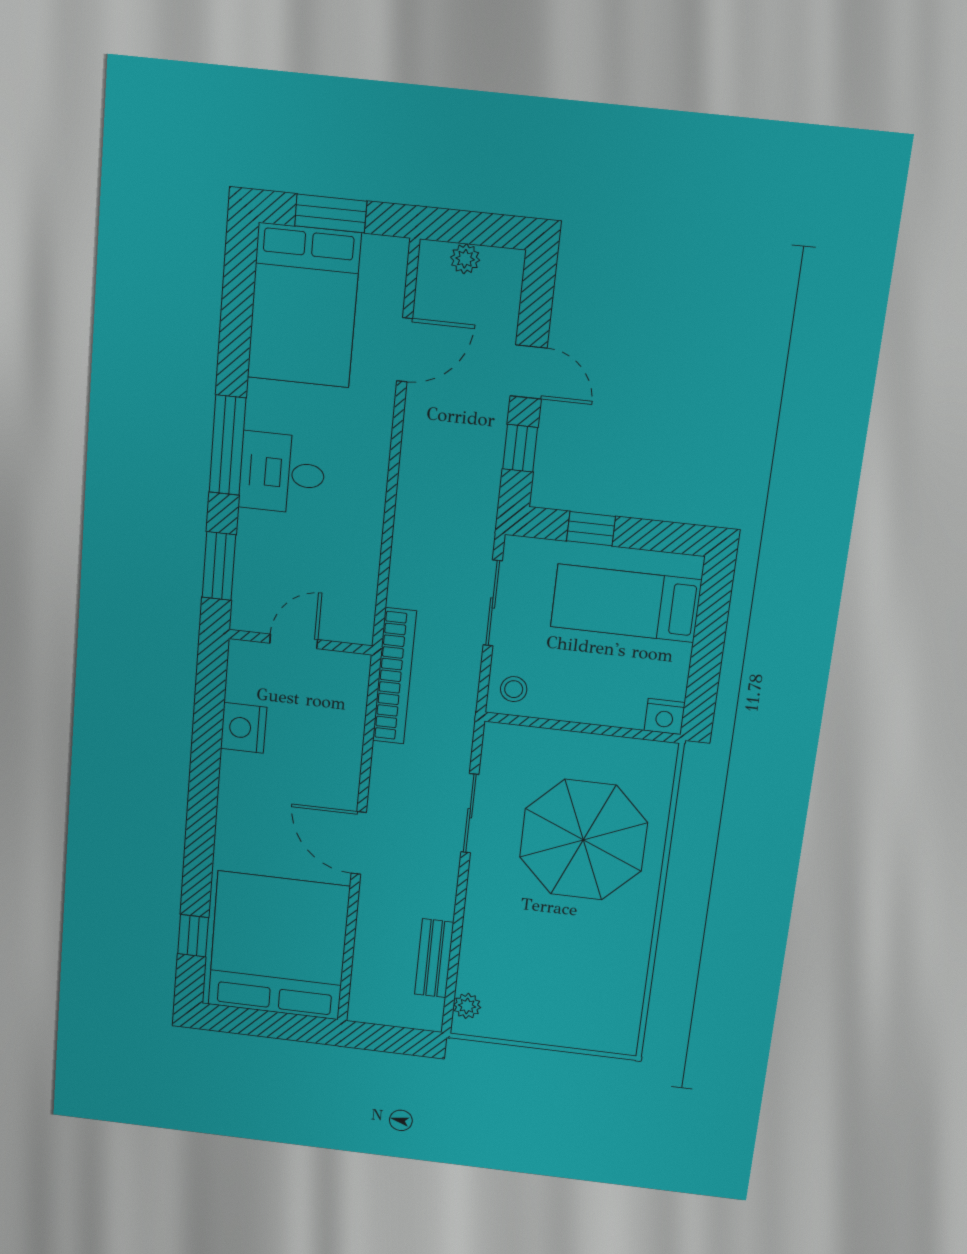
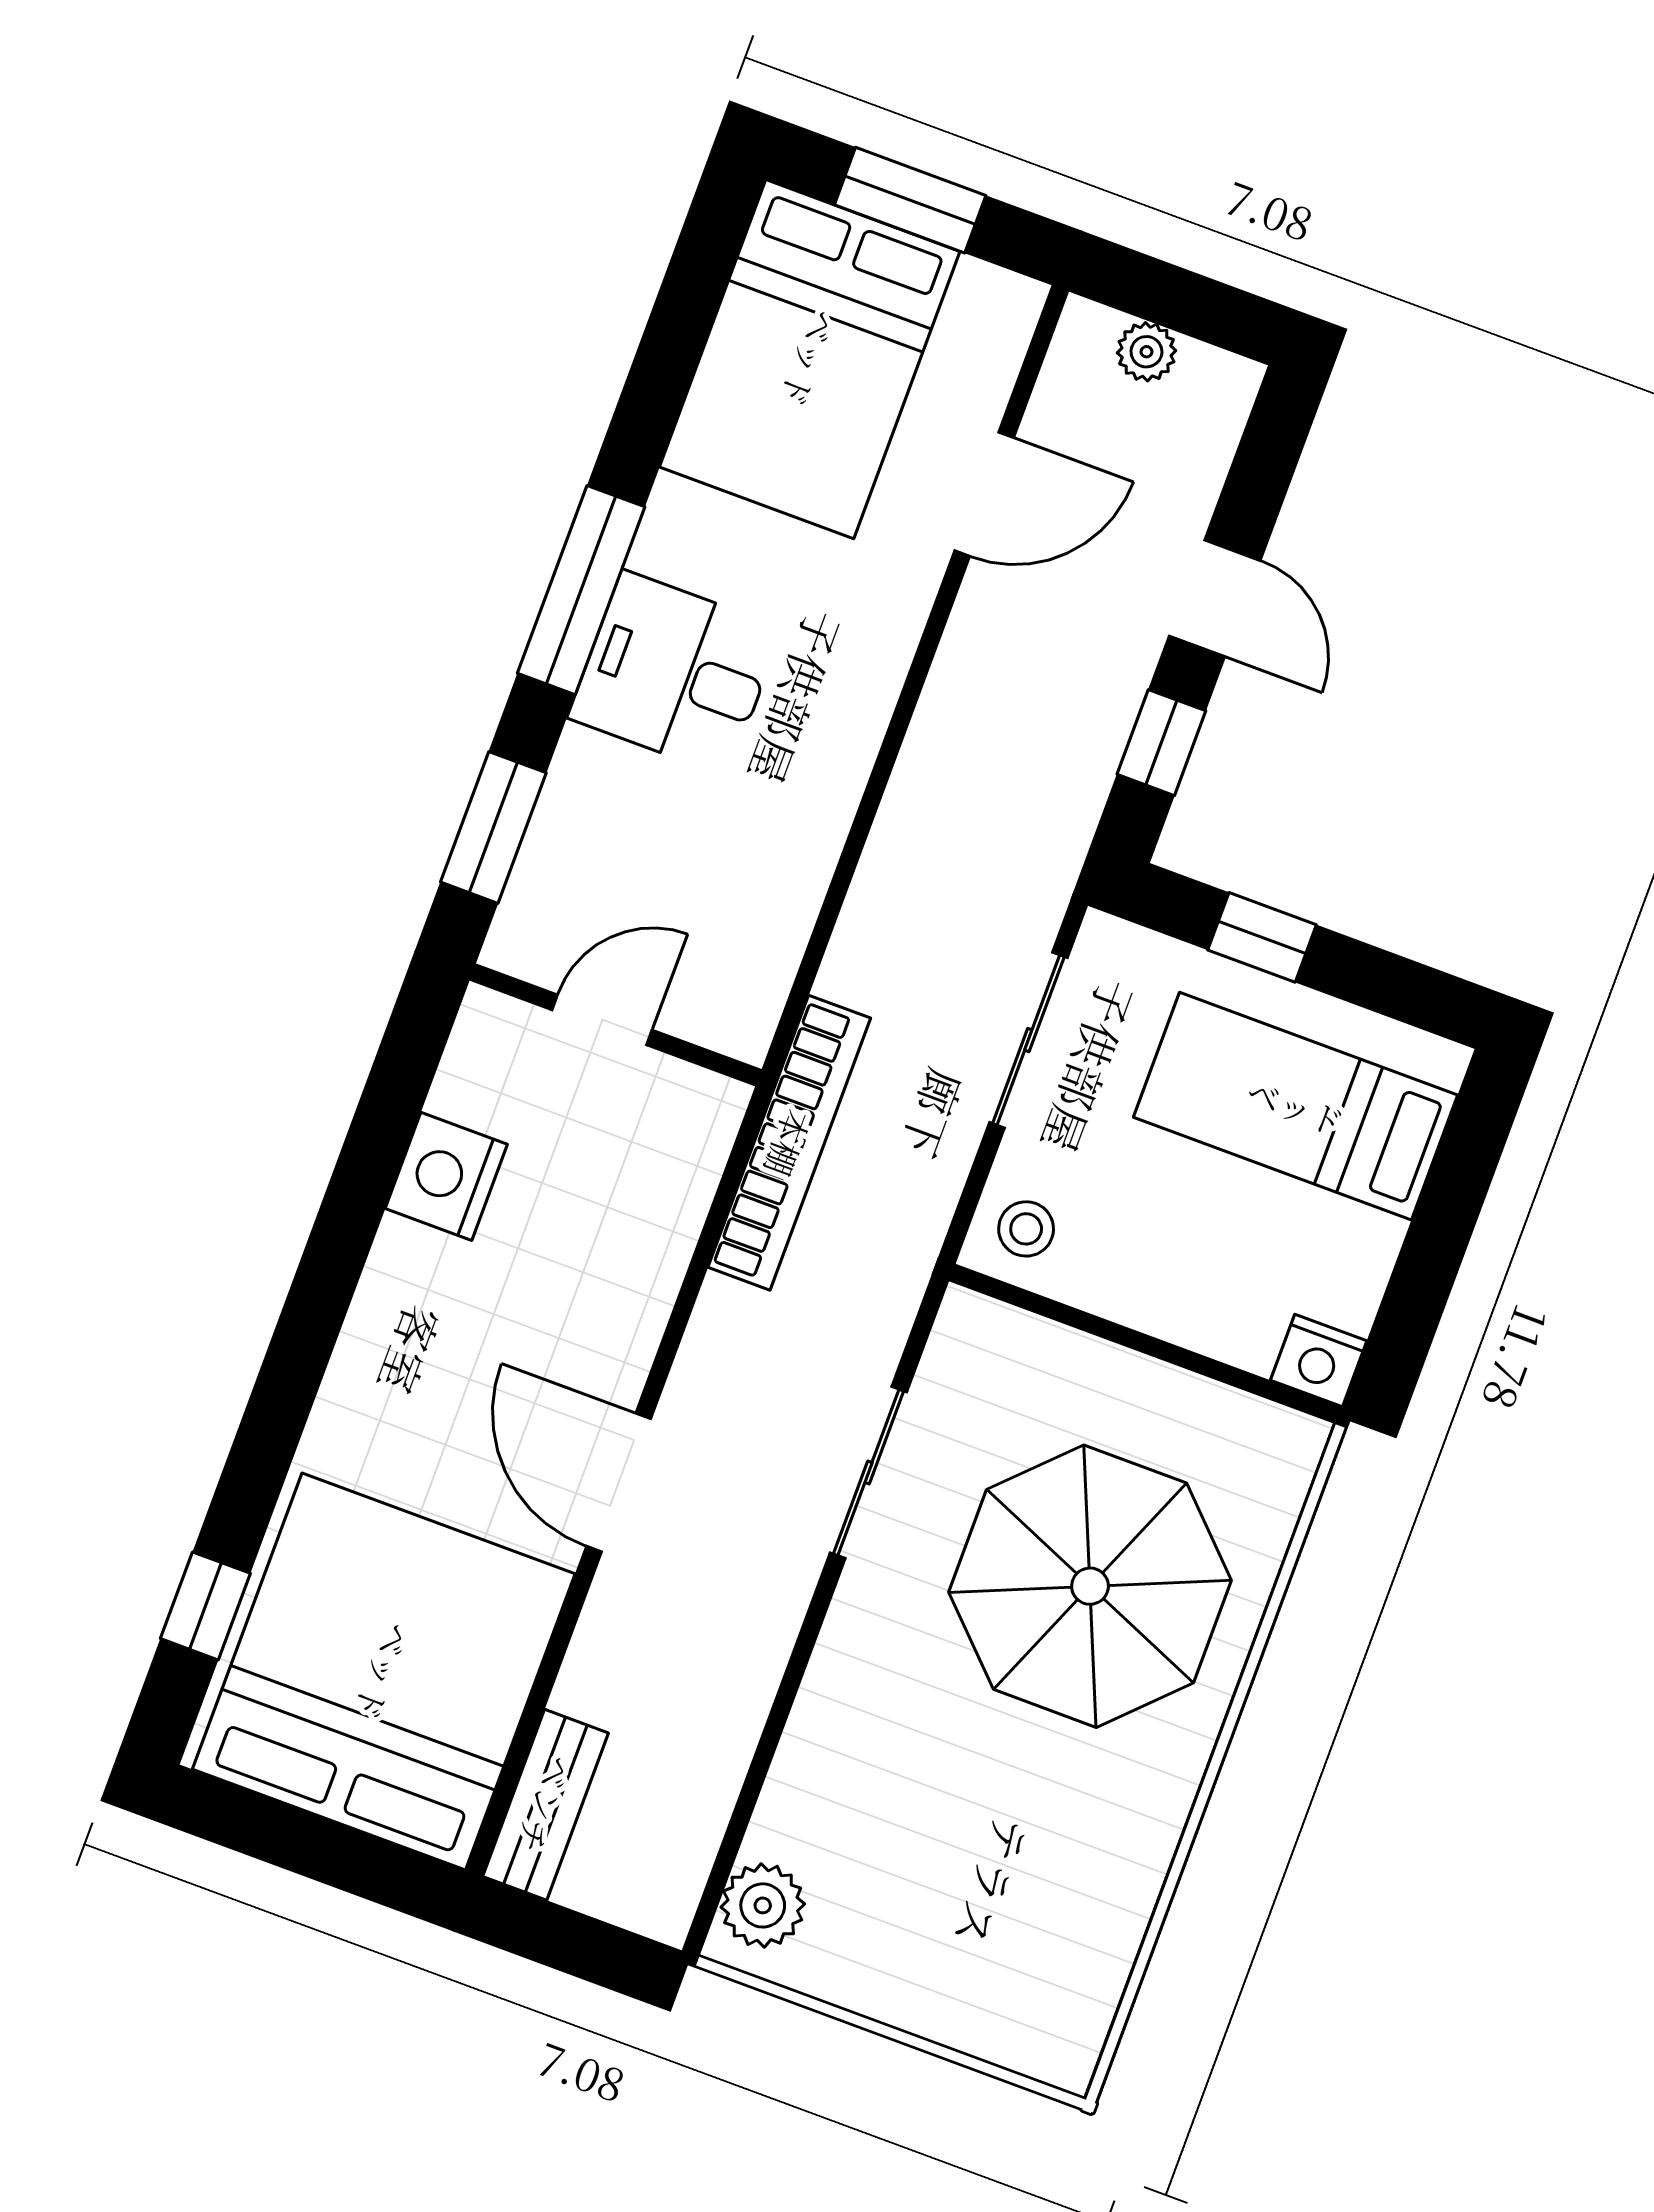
bench: (434, 958) -> (546, 1805), moved
plant: (467, 1006) -> (763, 1905), width x1.38, depth x1.38

